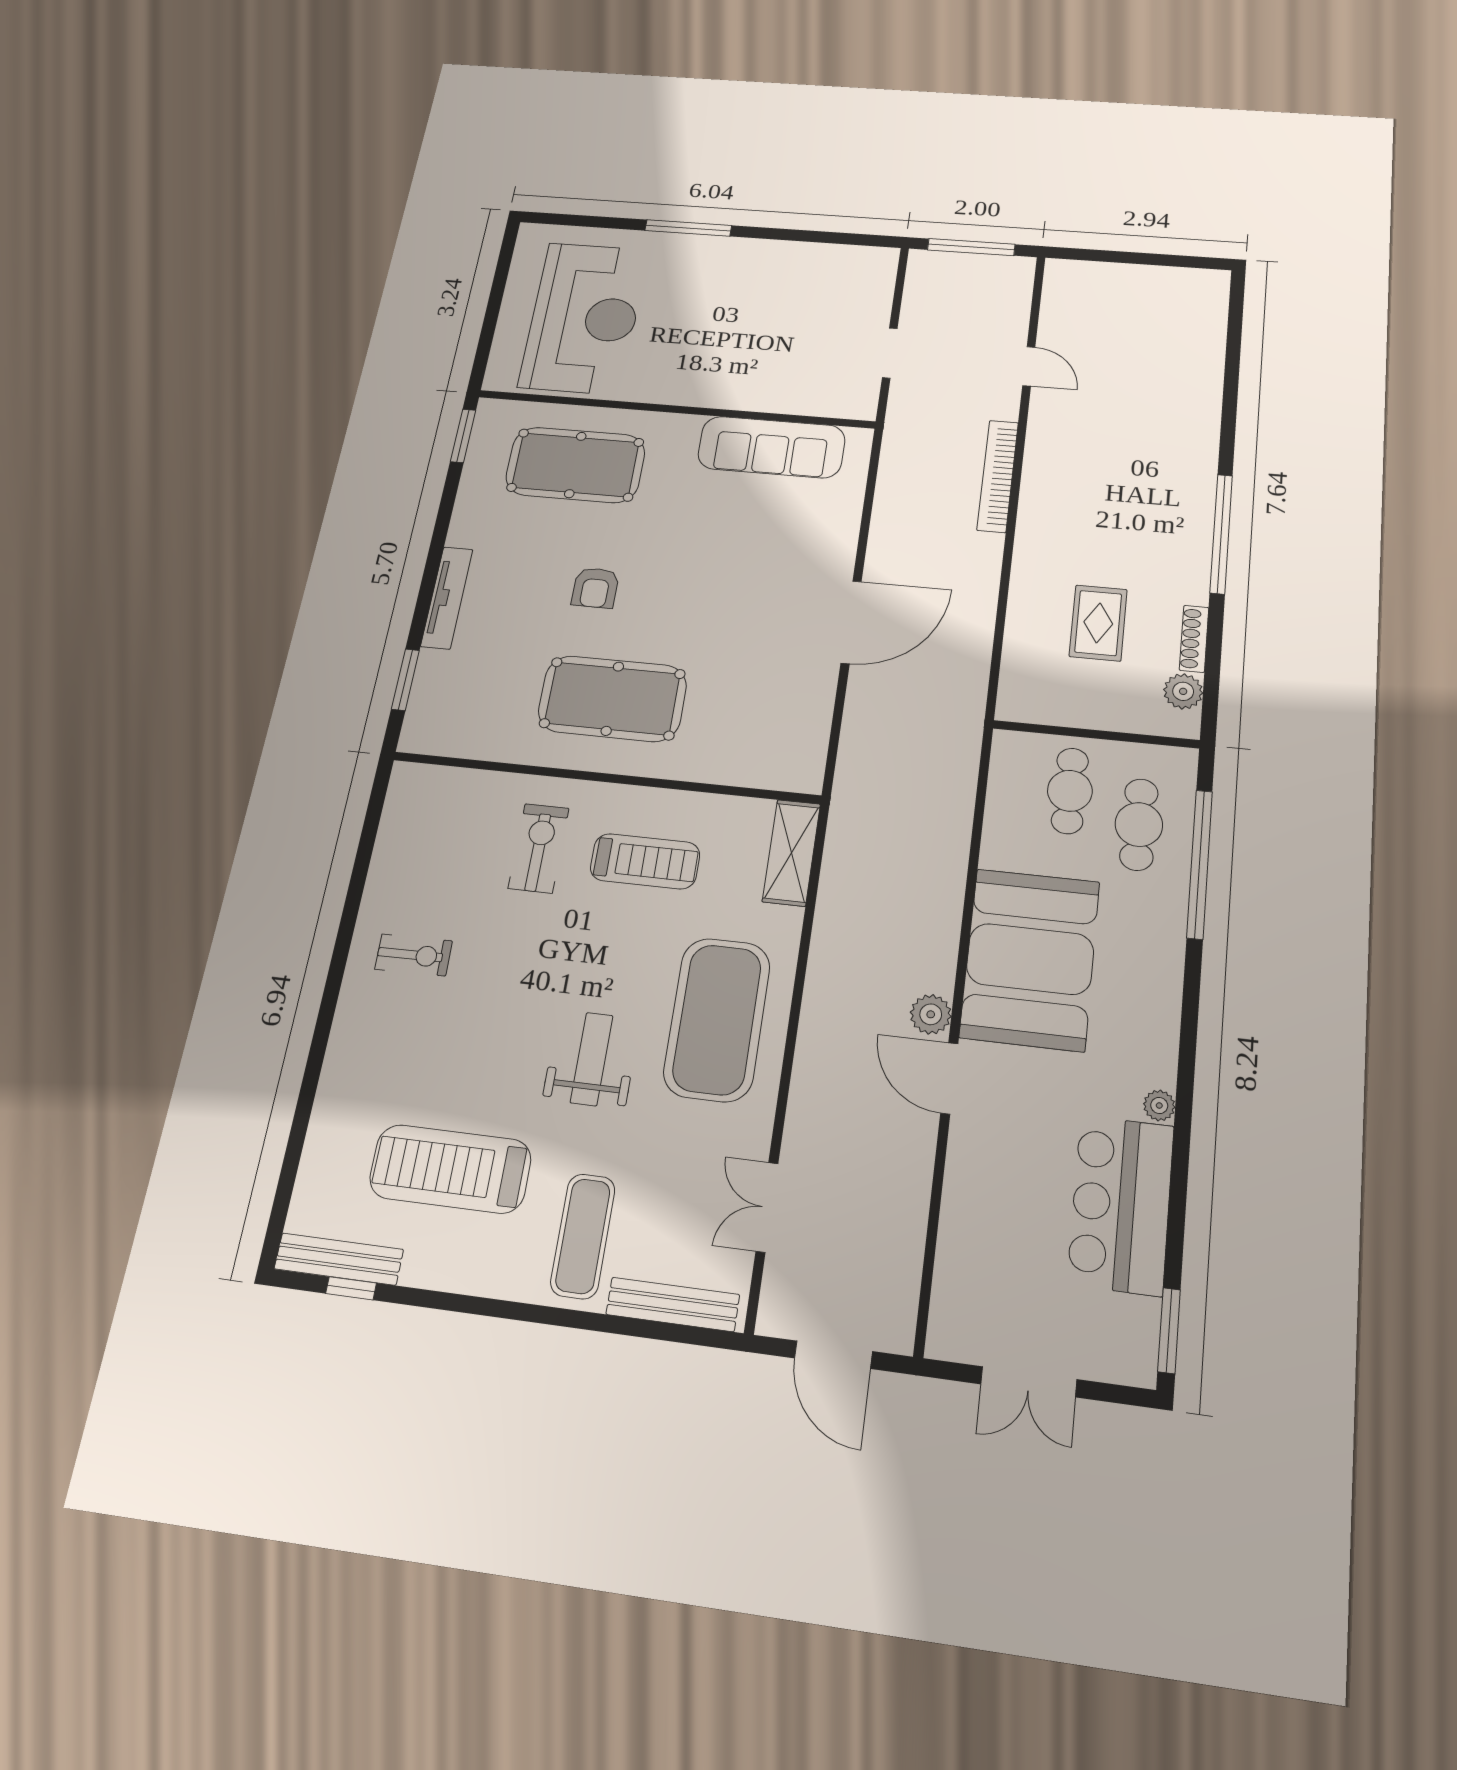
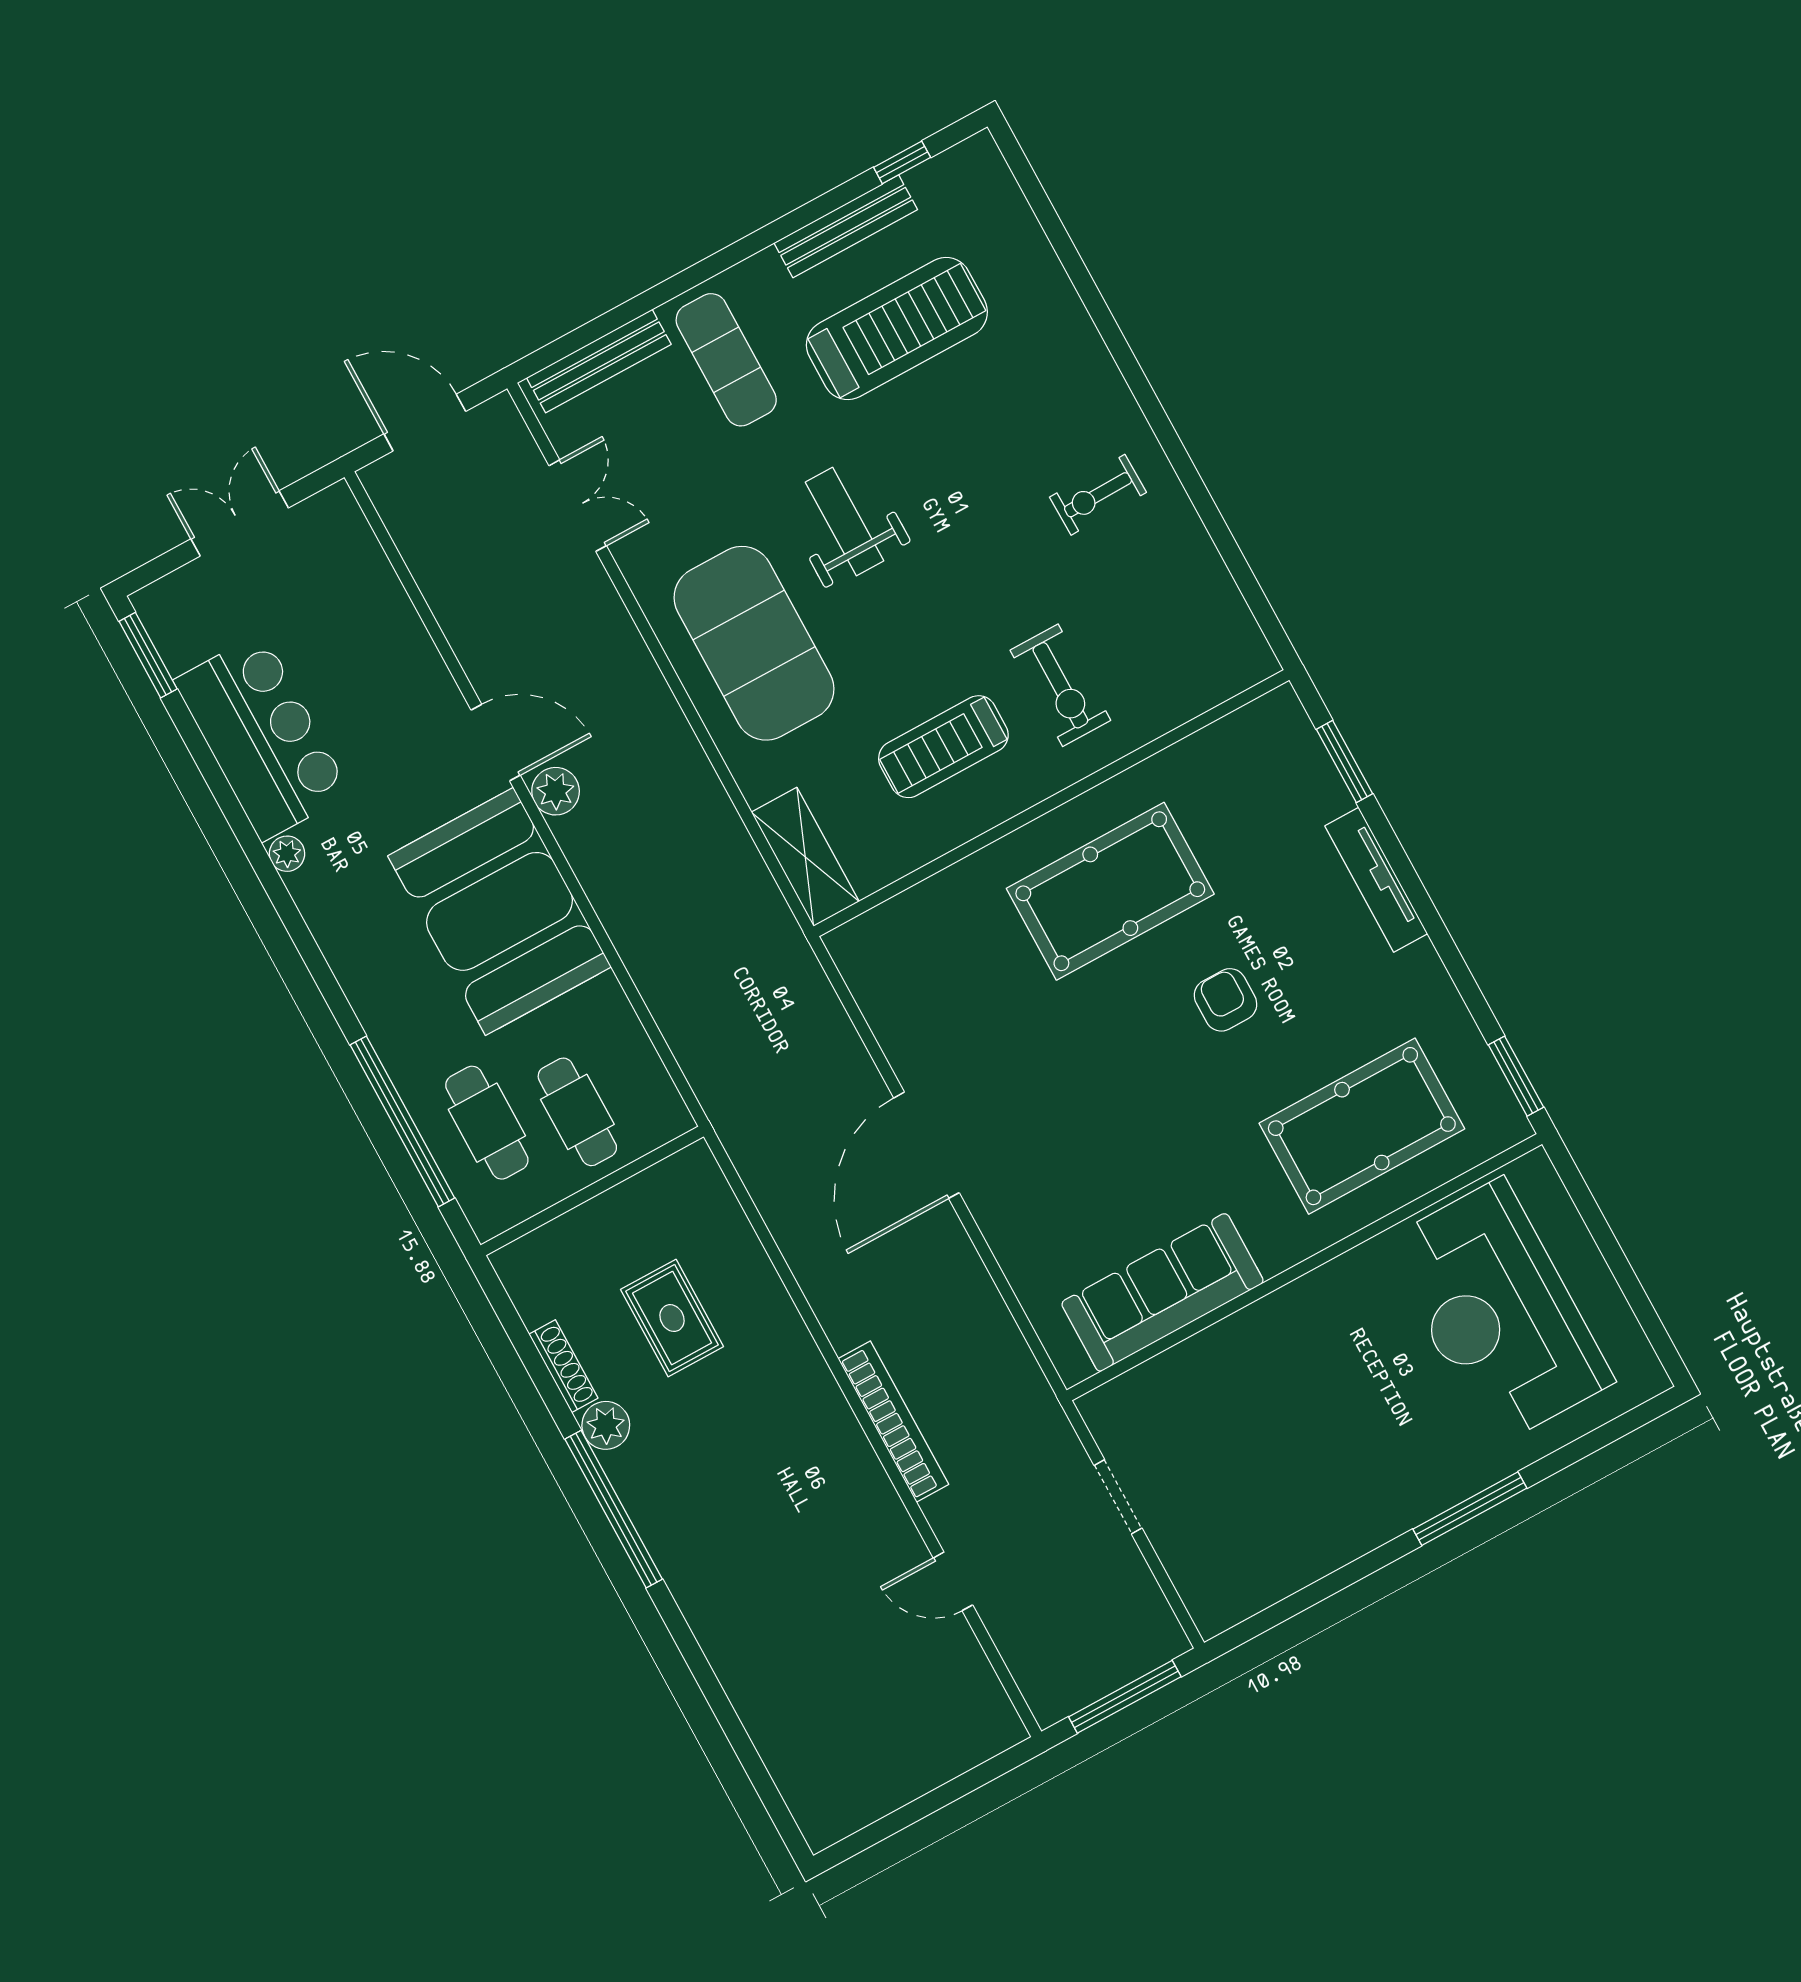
plant: (1183, 691) -> (606, 1425), moved
weight bench: (592, 1059) -> (844, 521), turned 180
bench: (339, 1259) -> (846, 226), moved

